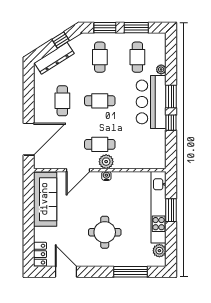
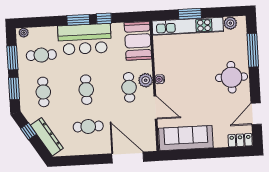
cafe table: (100, 57) -> (43, 92), turned 90
plant: (161, 69) -> (24, 33), moved
booth: (146, 156) -> (138, 41), added
round table: (105, 232) -> (232, 77), moved

